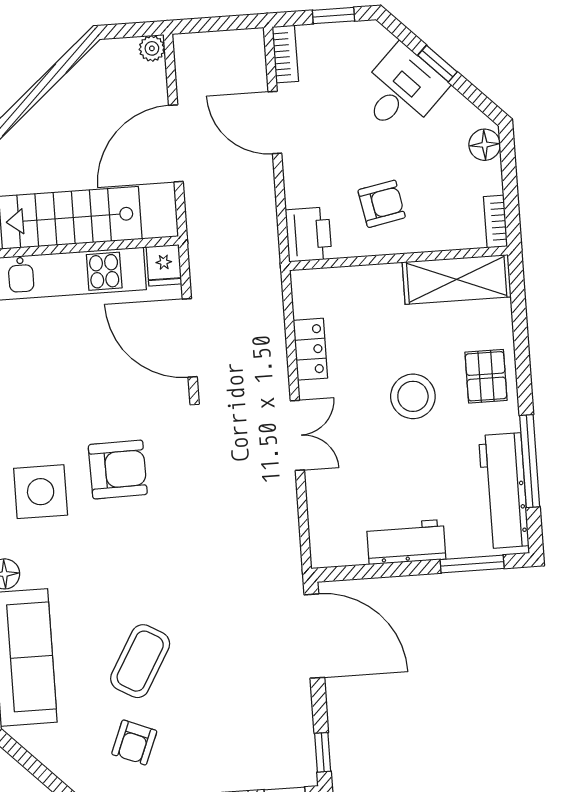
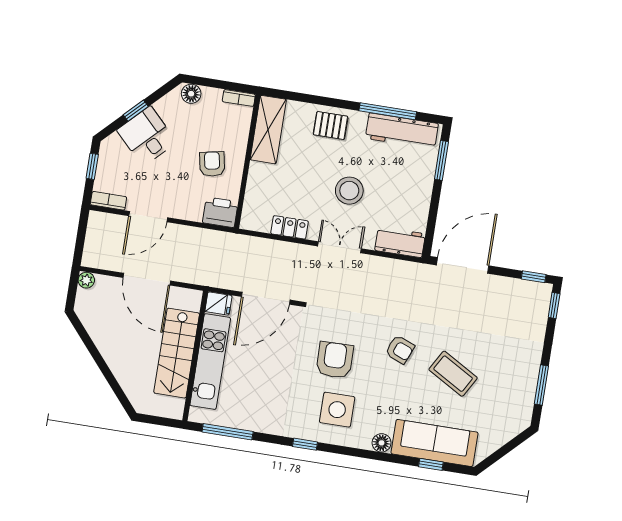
stool: (413, 396) -> (349, 191), moved
workbench: (406, 542) -> (400, 242), moved, turned 90
armchair: (134, 742) -> (400, 350), moved

